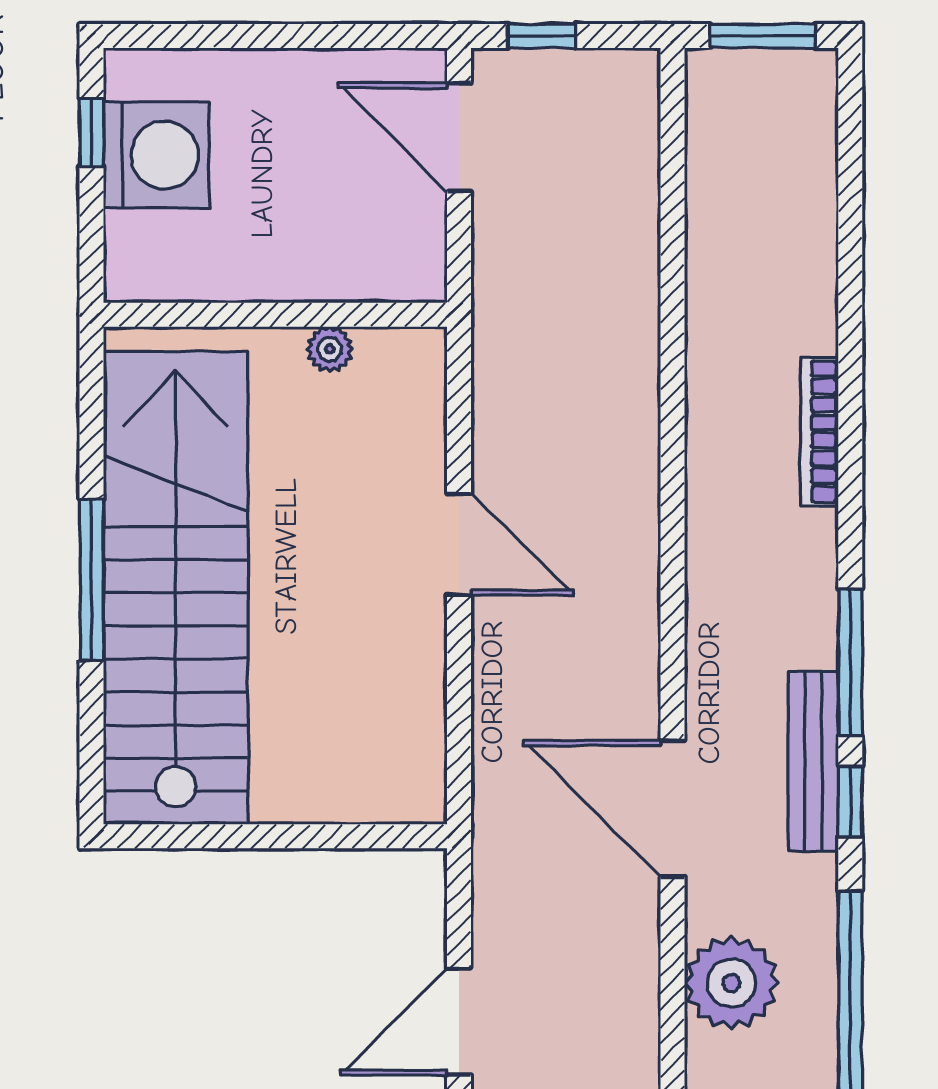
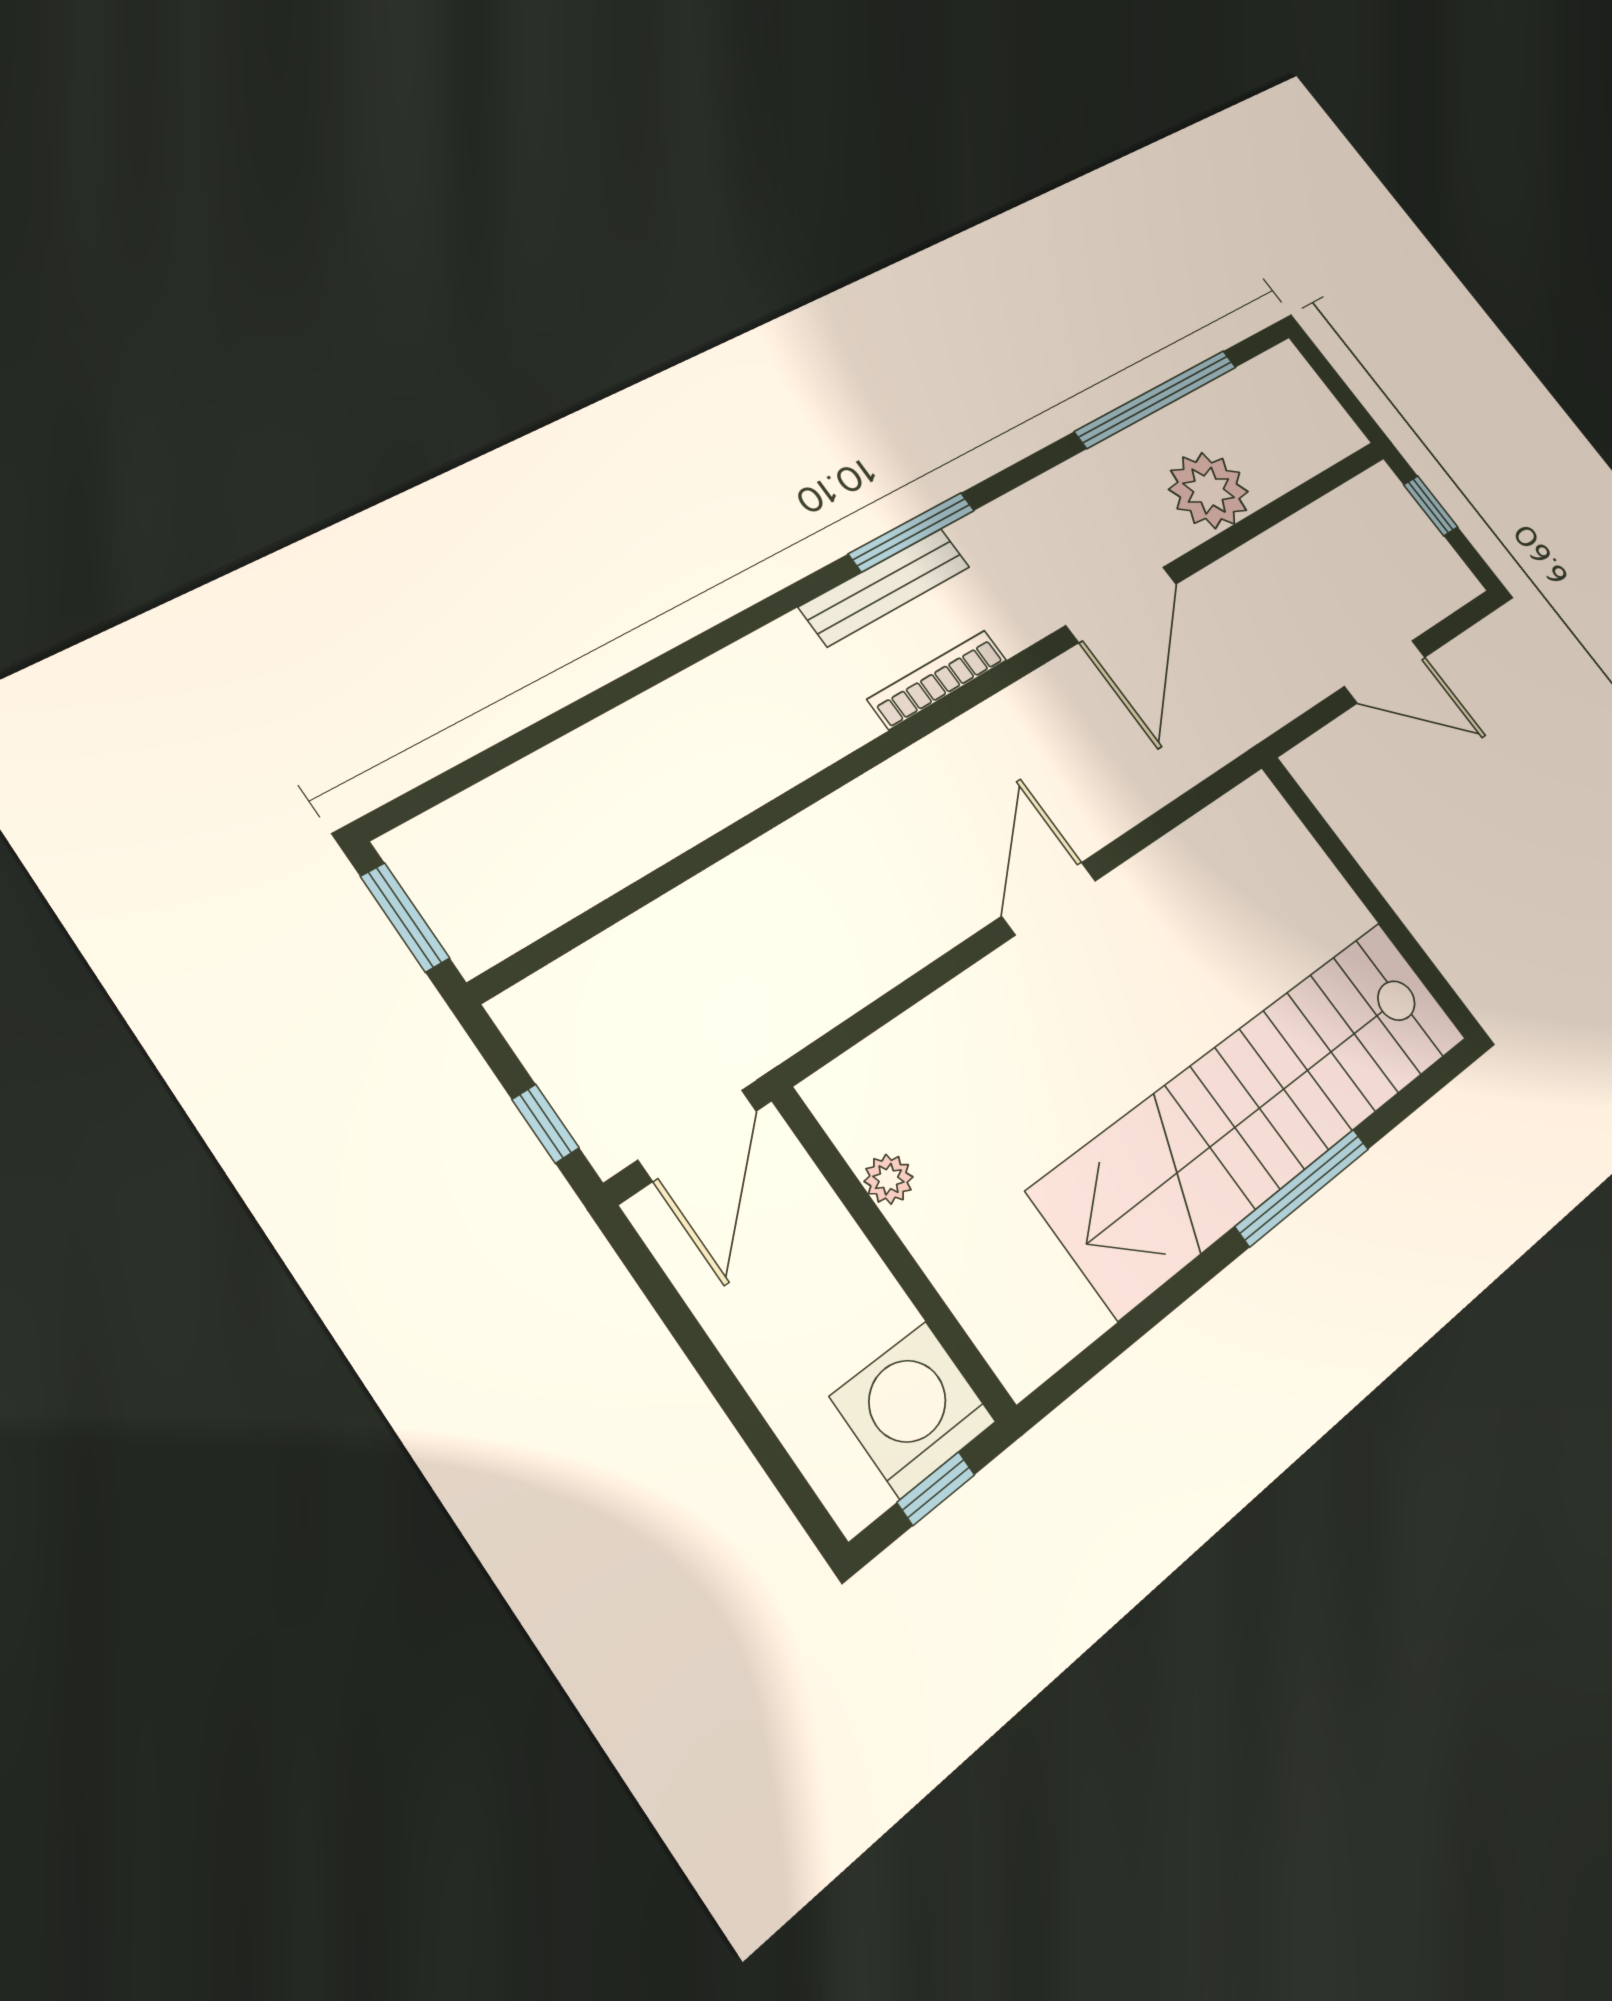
wall: (275, 315) -> (893, 1252), moved
plant: (330, 349) -> (888, 1179), moved
bookcase: (819, 431) -> (937, 680), moved, turned 180
bench: (813, 761) -> (885, 587), moved
window: (850, 802) -> (1017, 475), removed

